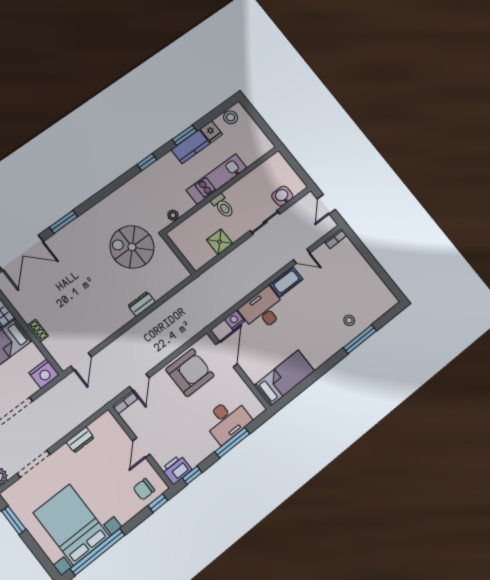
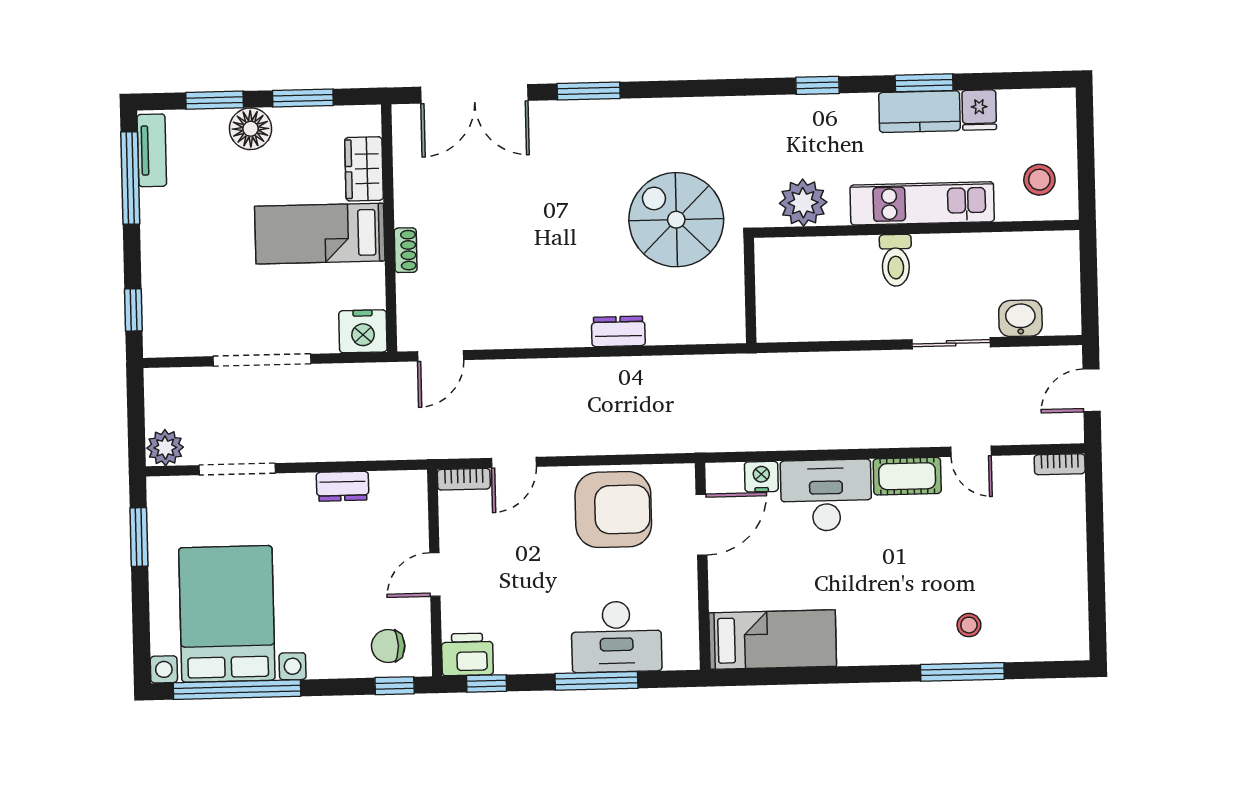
stool: (231, 117) -> (1039, 180), moved
plant: (173, 215) -> (803, 203), width x1.87, depth x1.87
shower: (220, 242) -> (841, 320), removed

